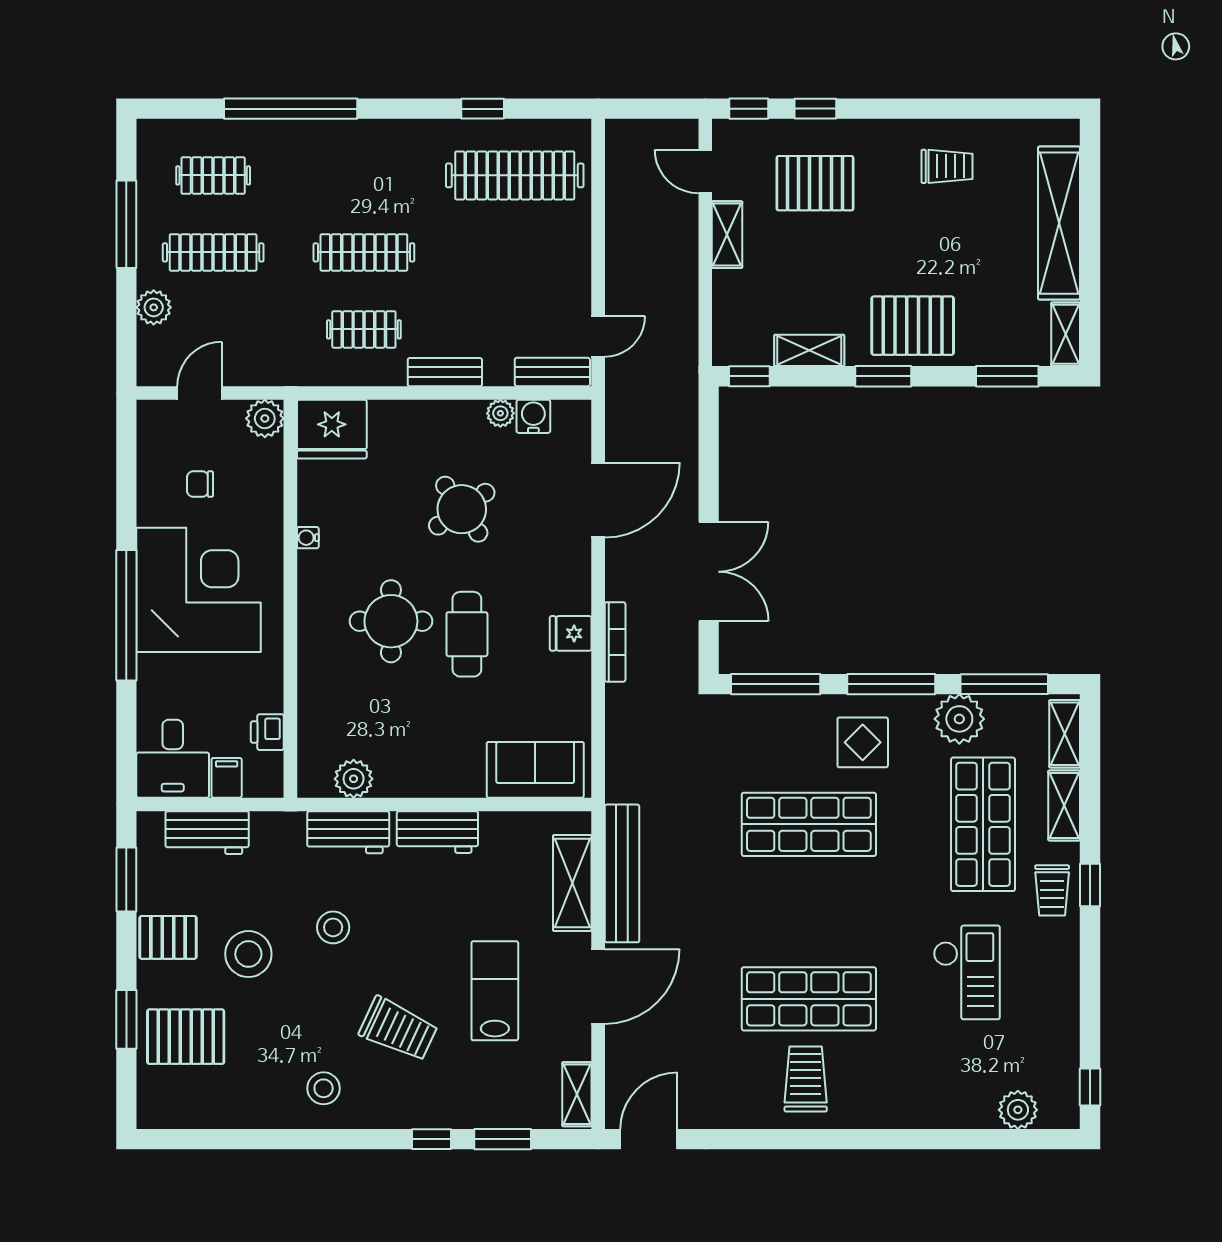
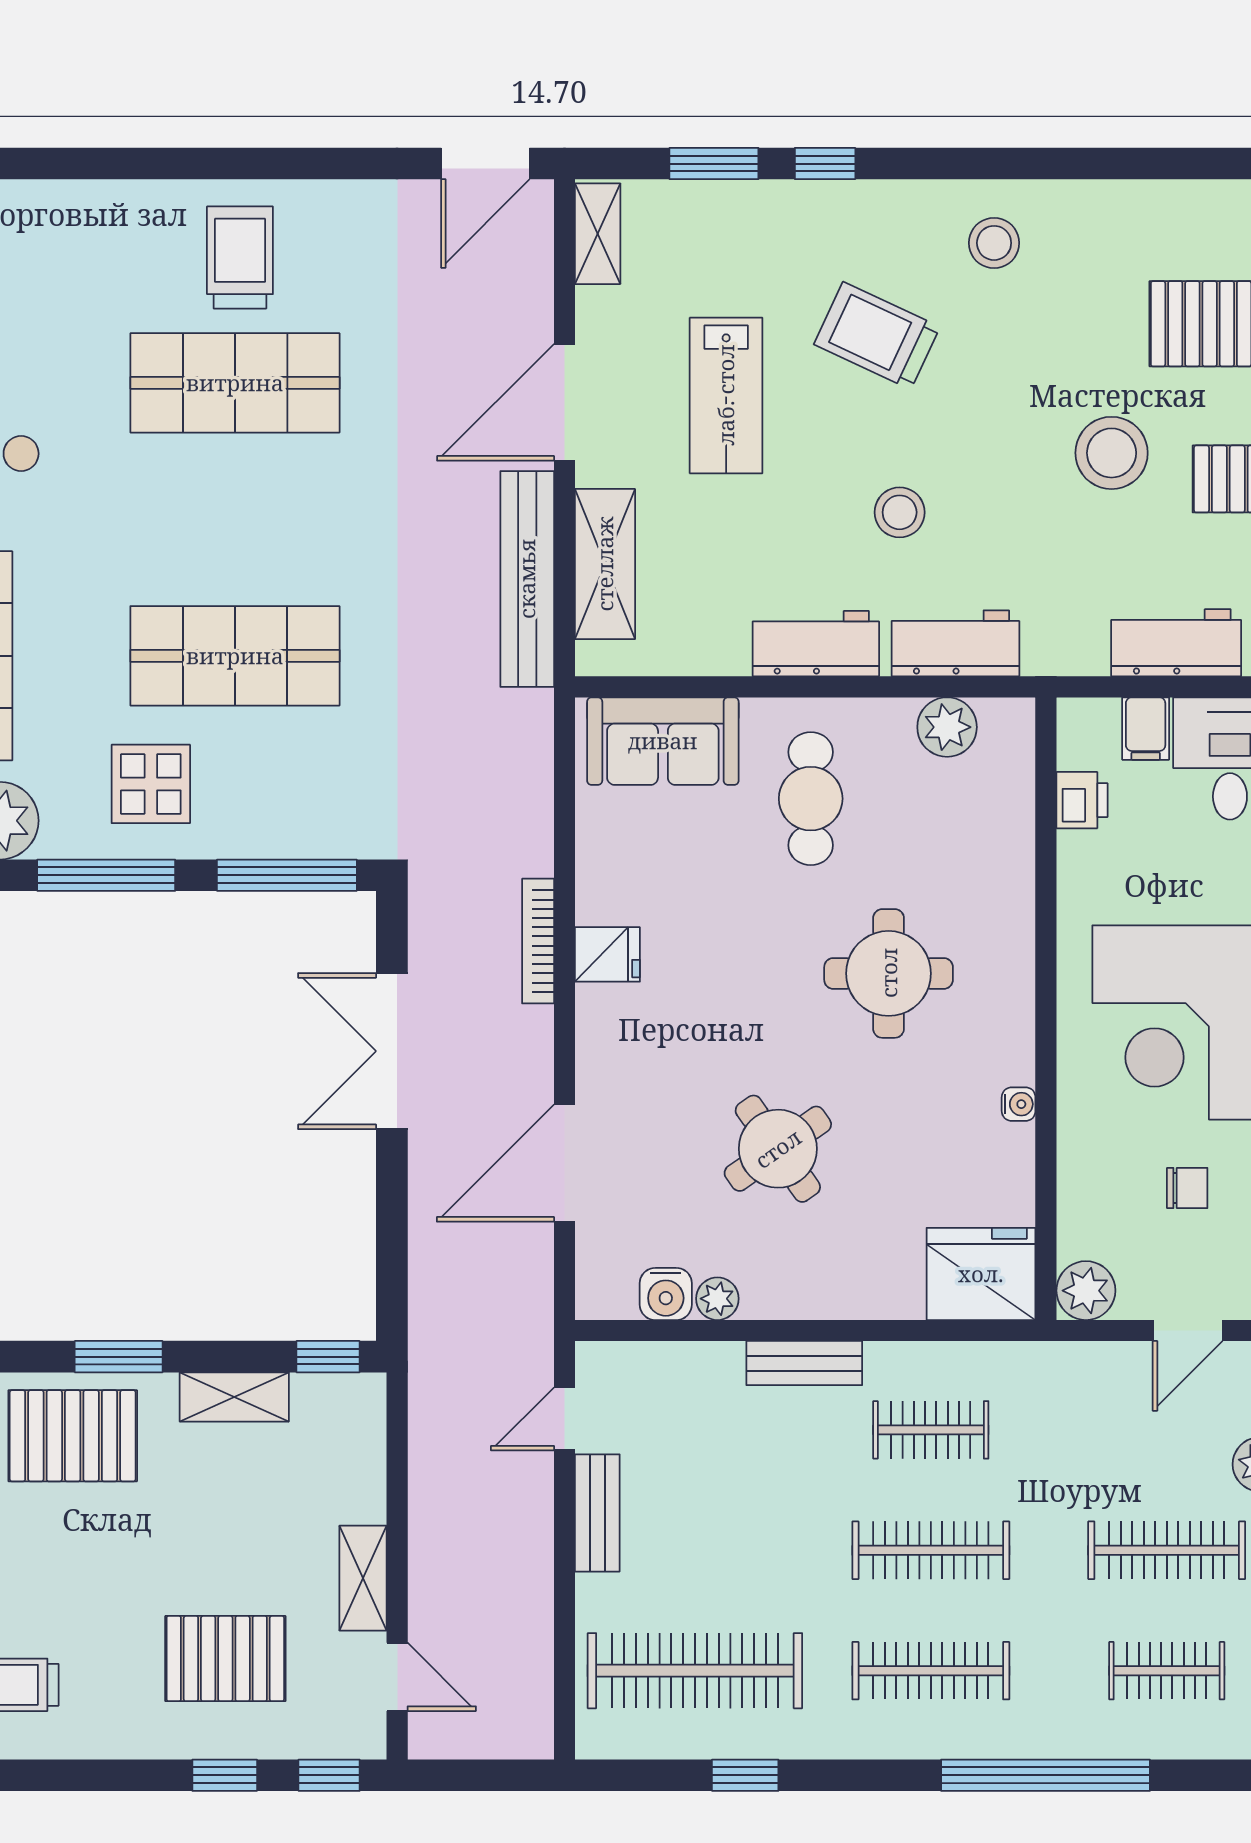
clothes rail: (364, 175) -> (931, 1671), added
bench: (552, 372) -> (597, 1513), moved, turned 90
cafe table: (467, 634) -> (811, 799), moved
stool: (333, 927) -> (900, 512), moved
trolley: (806, 1079) -> (240, 257), turned 180

